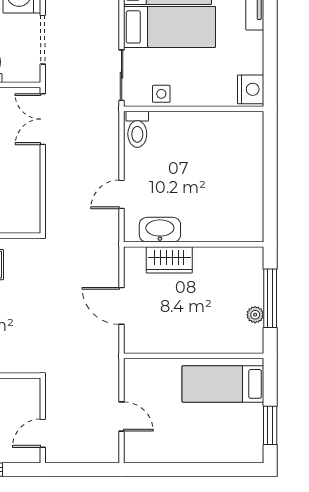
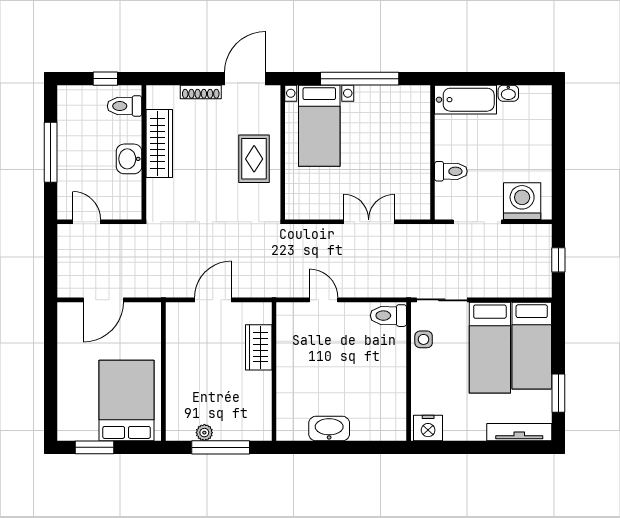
double door: (43, 119) -> (369, 222), moved
washbasin: (160, 230) -> (329, 429), moved, turned -90
bed: (223, 384) -> (127, 401), width x1.50
door: (122, 417) -> (103, 300), width x1.38

